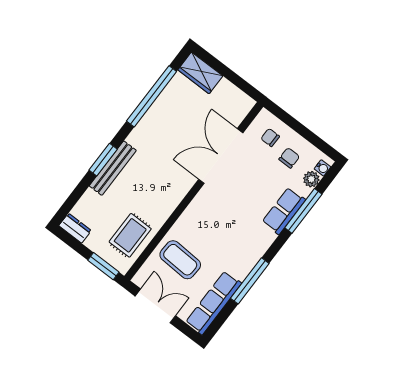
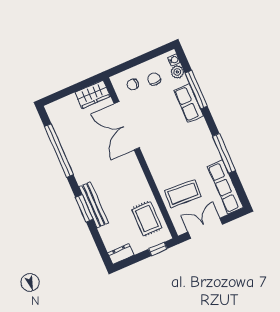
wardrobe: (200, 73) -> (93, 94), moved
window: (103, 266) -> (158, 249), width x0.67

